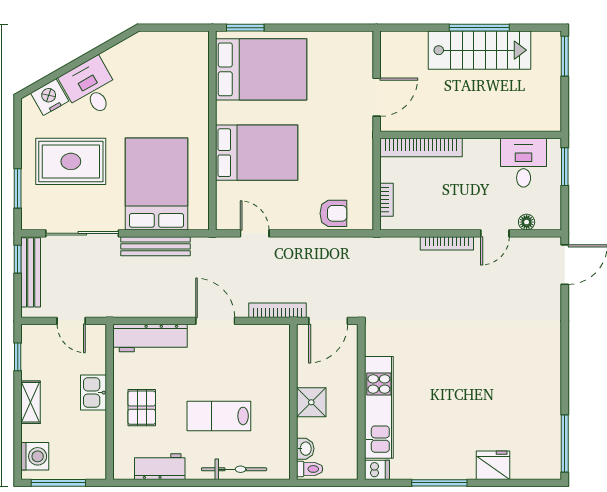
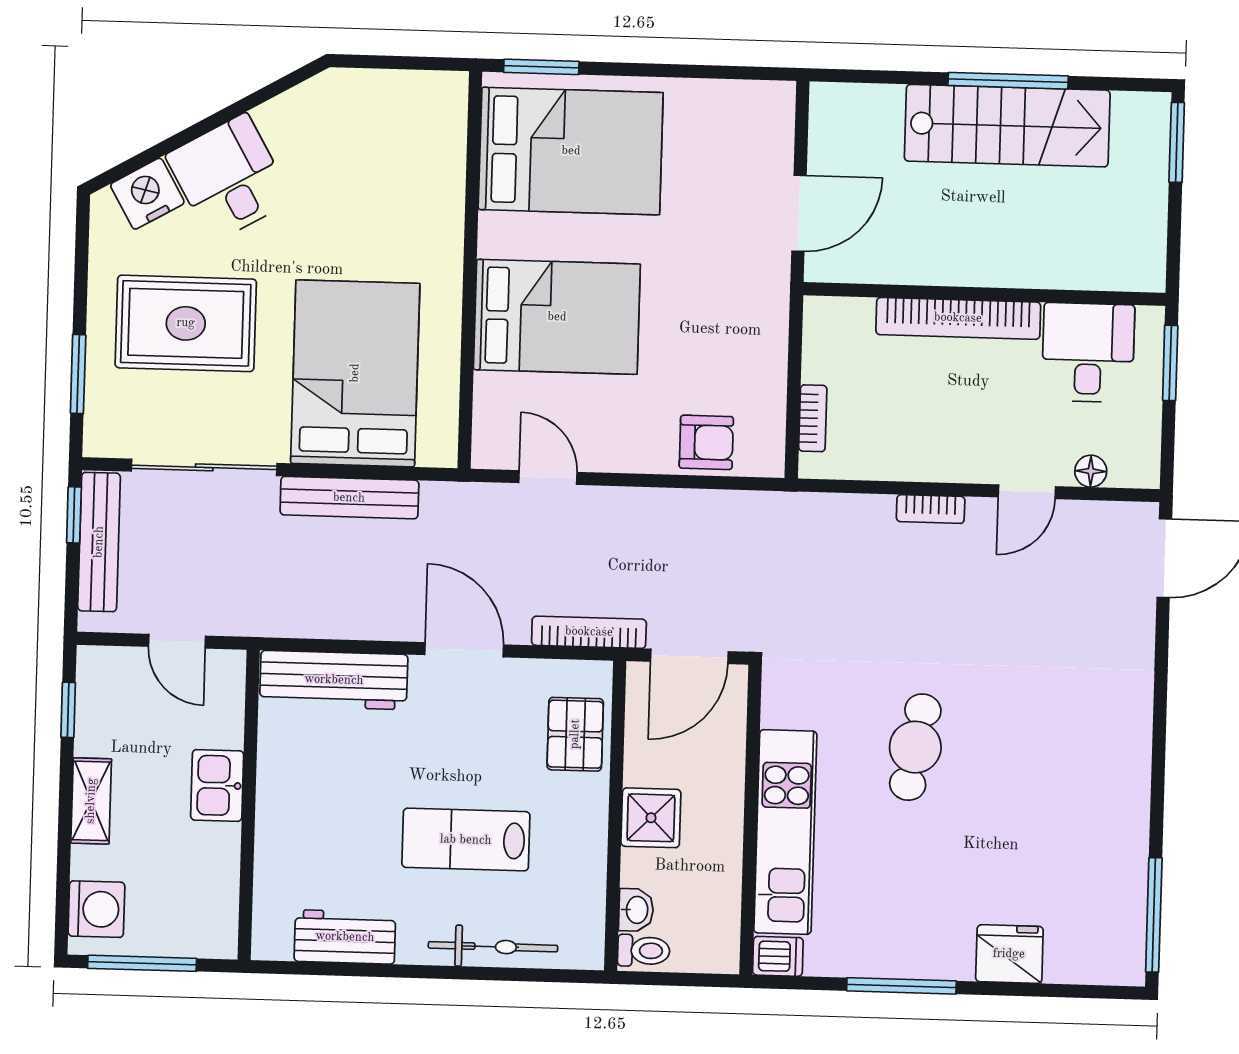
bookcase: (421, 147) -> (958, 318), moved
bookcase: (447, 243) -> (931, 509), width x0.64
cafe table: (443, 363) -> (915, 747), added
pallet: (142, 408) -> (575, 734), moved

